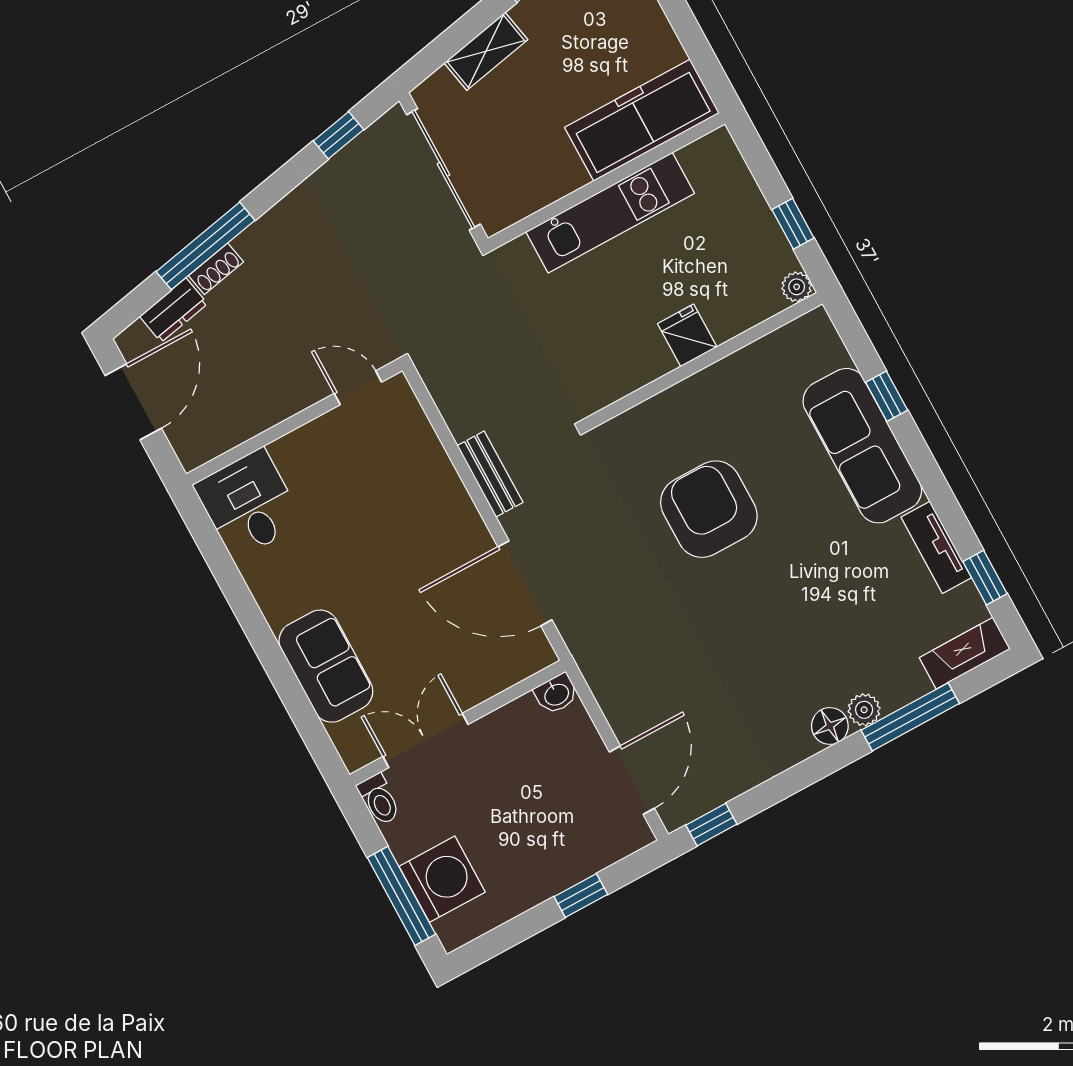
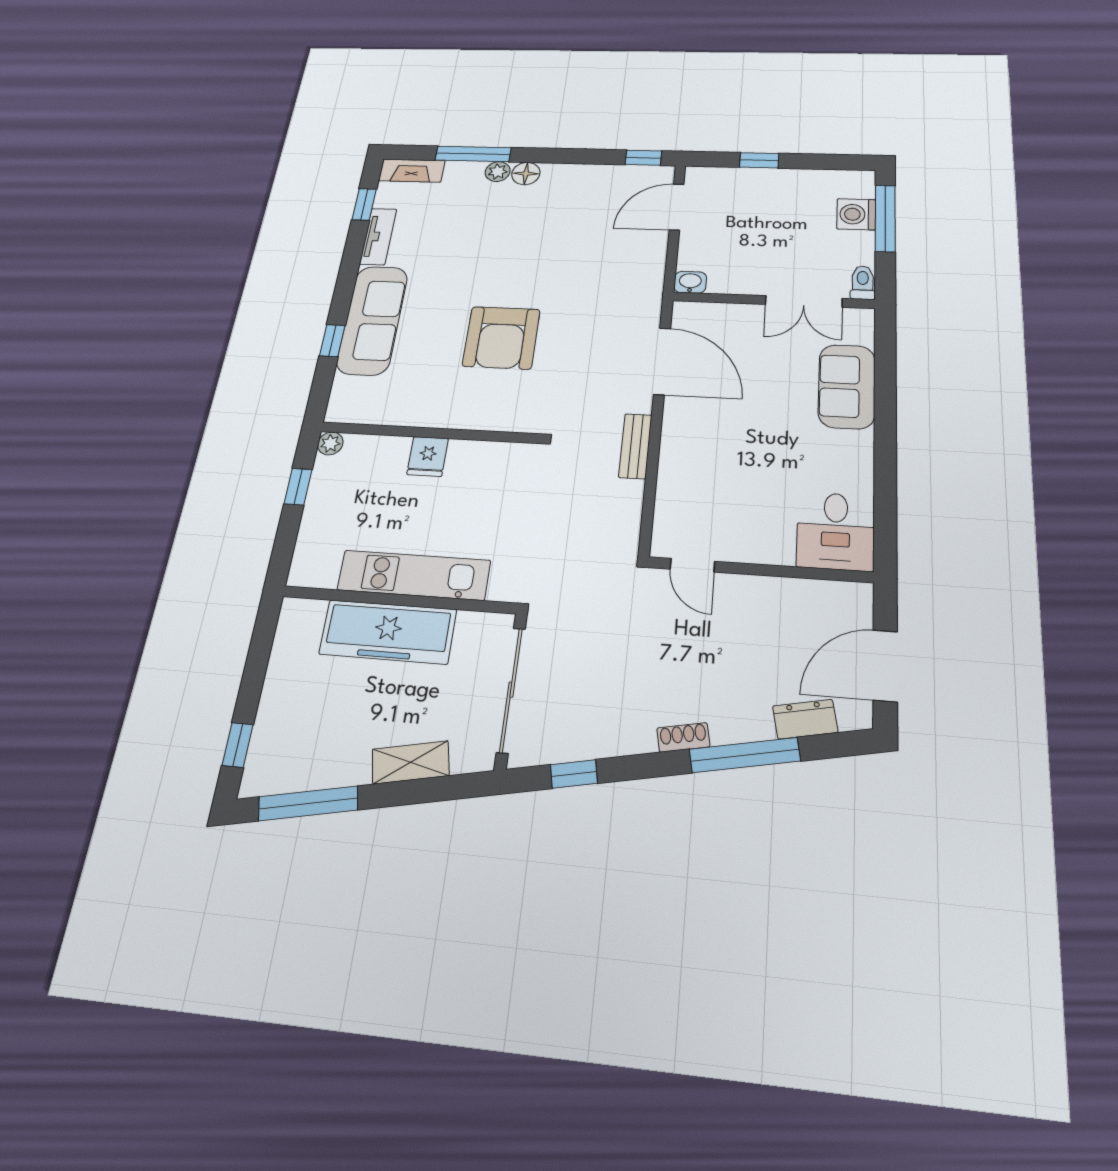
freezer: (642, 120) -> (388, 632), moved
shoe rack: (216, 269) -> (683, 737), moved
washing machine: (442, 879) -> (856, 214), width x0.73, depth x0.73

